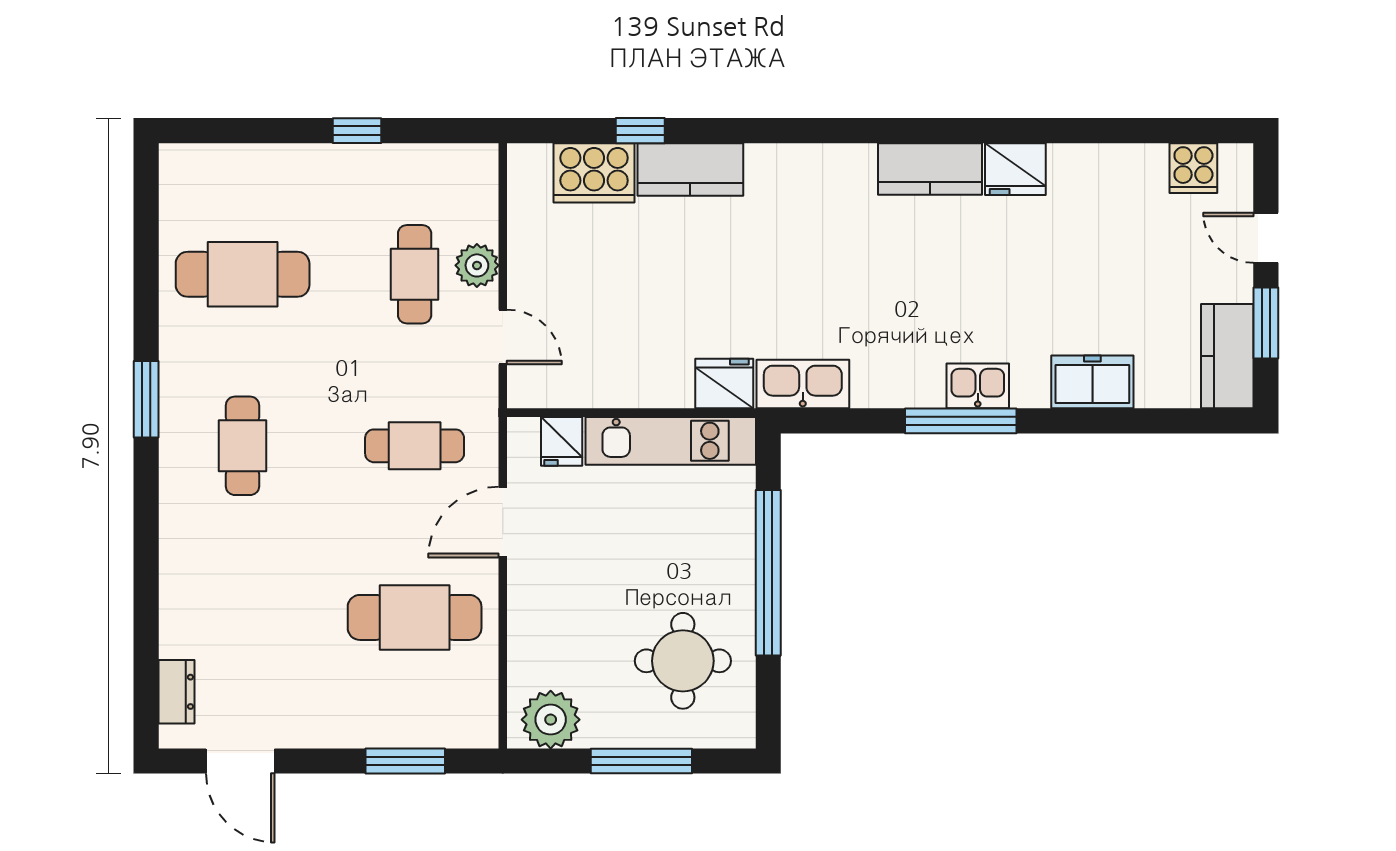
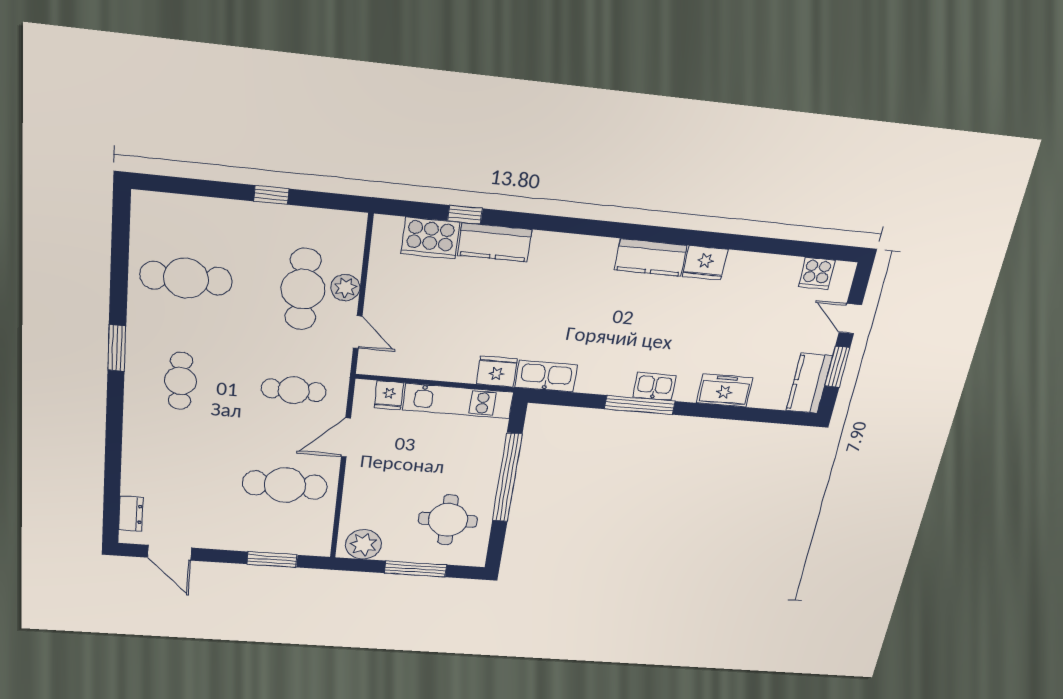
cafe table: (415, 274) -> (303, 289), width x1.37, depth x1.35

